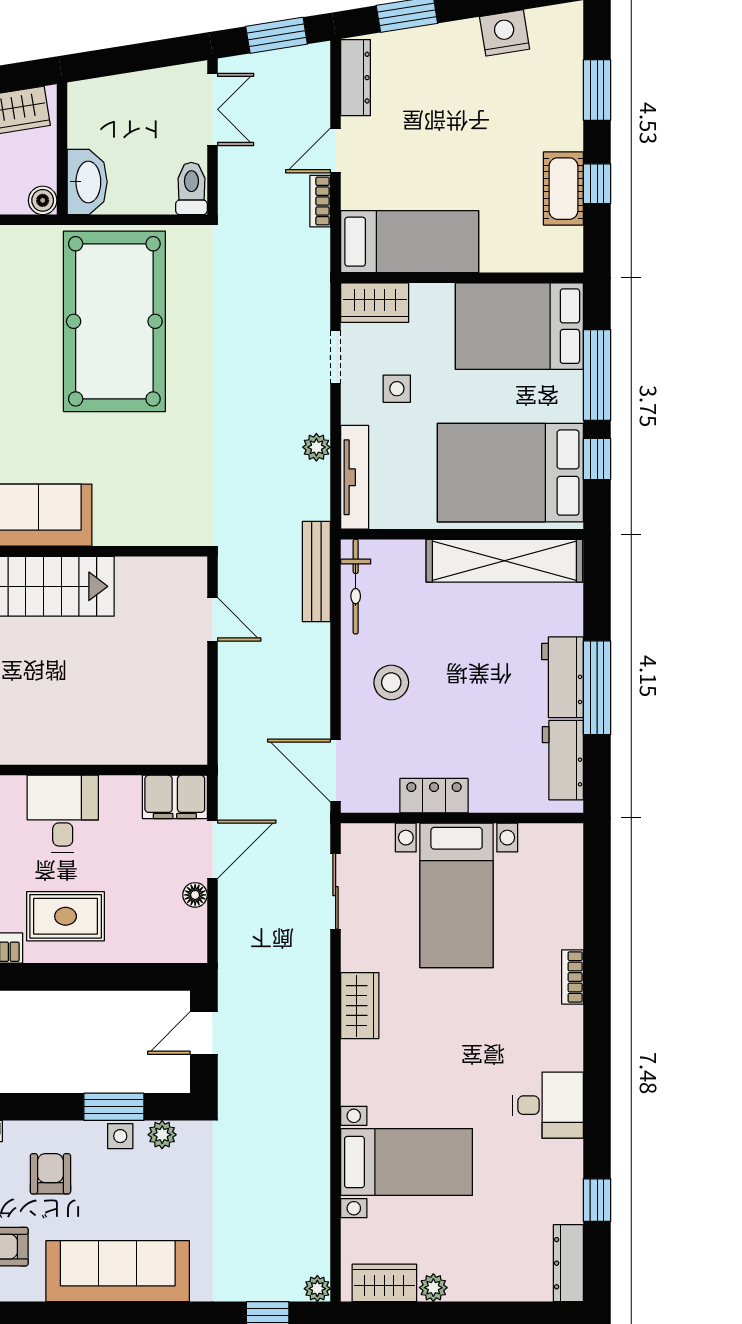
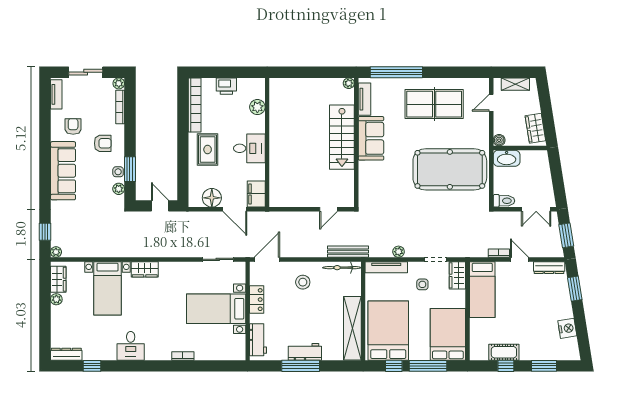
workbench: (563, 760) -> (258, 340), moved, turned 90
floor lamp: (195, 895) -> (212, 198), width x1.89, depth x1.89
wardrobe: (360, 1006) -> (145, 269), moved

